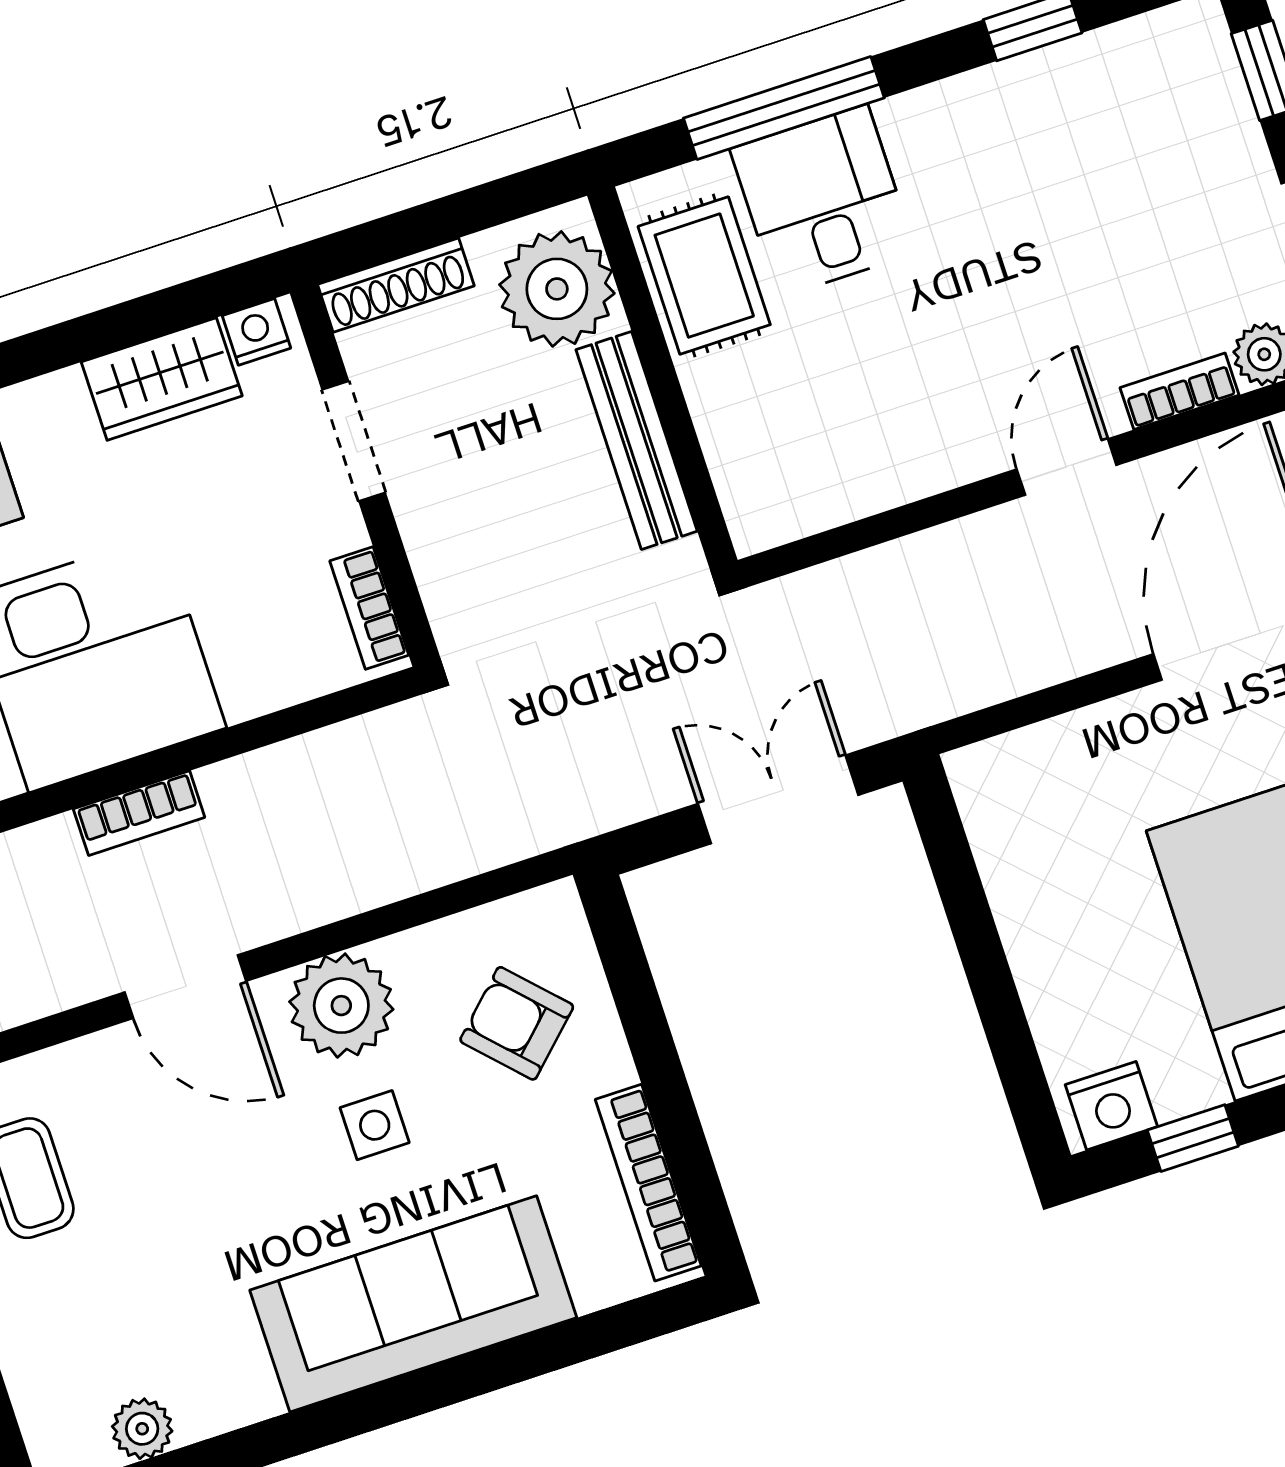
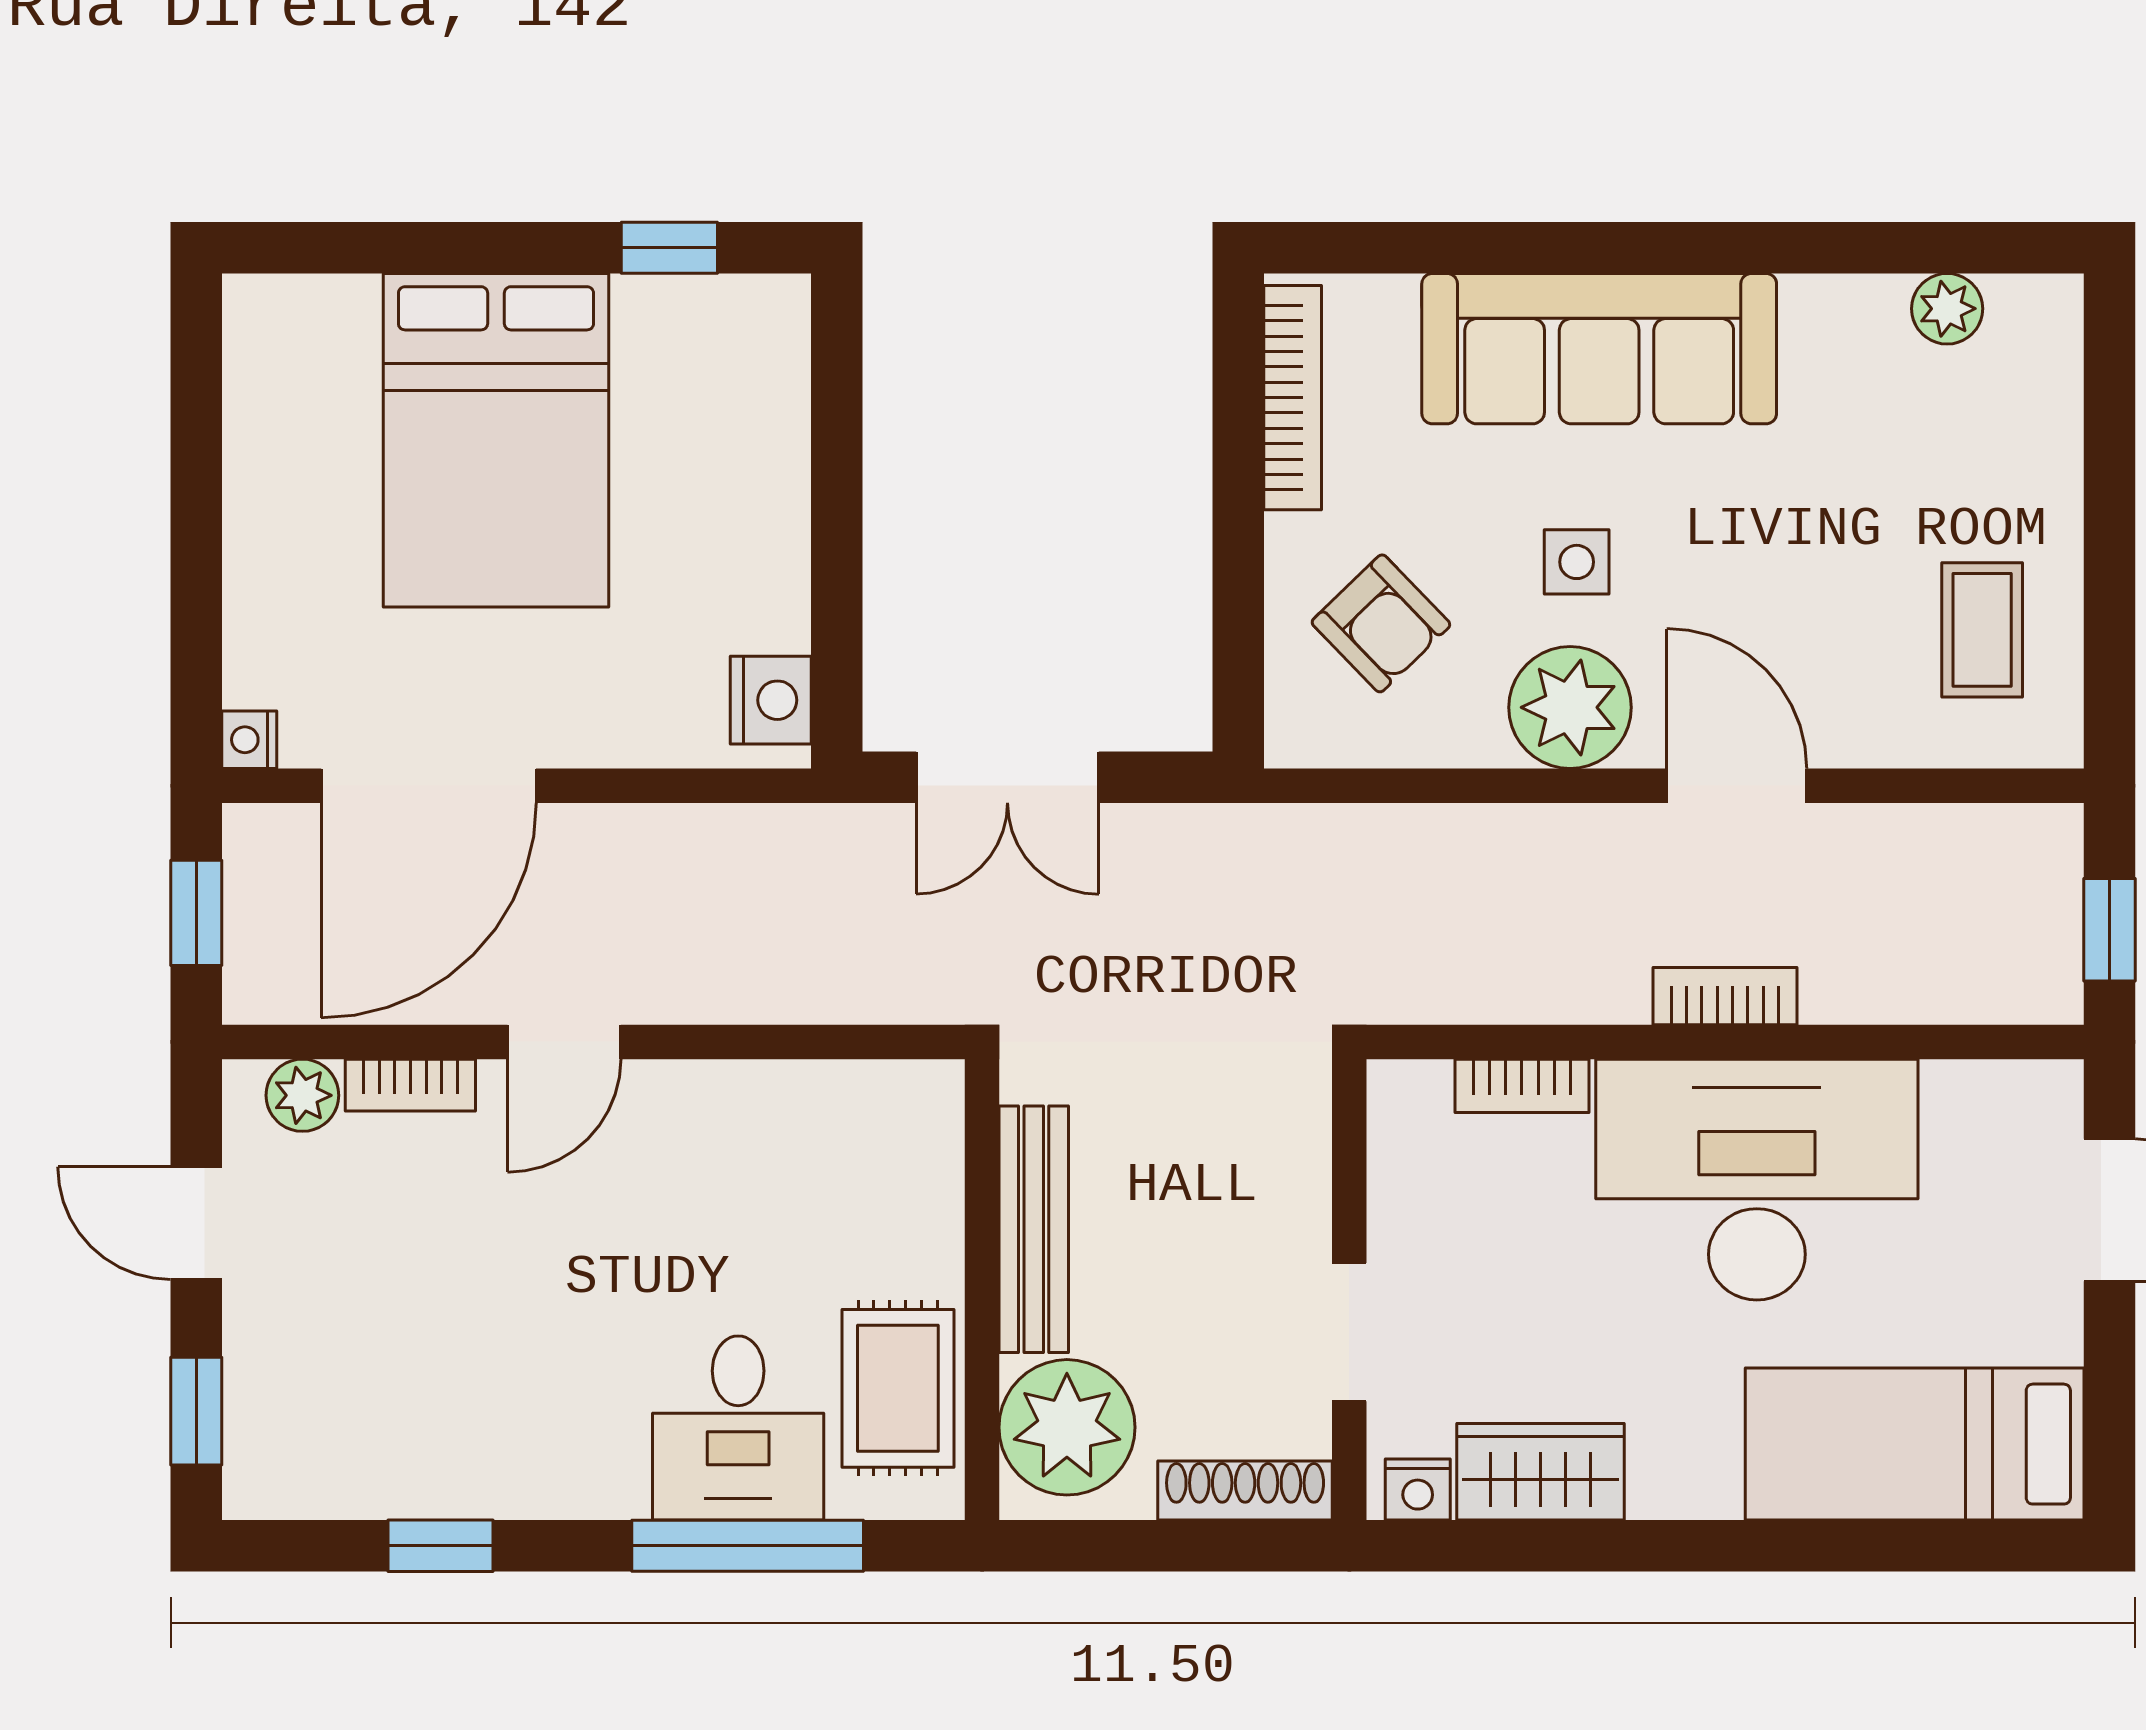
bookcase: (369, 608) -> (1522, 1086), moved, turned 90
nightstand: (1111, 1106) -> (771, 700), moved, turned 90

